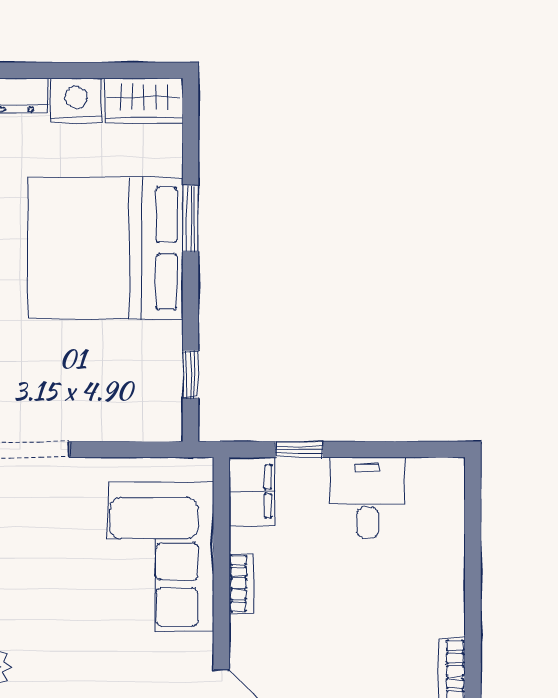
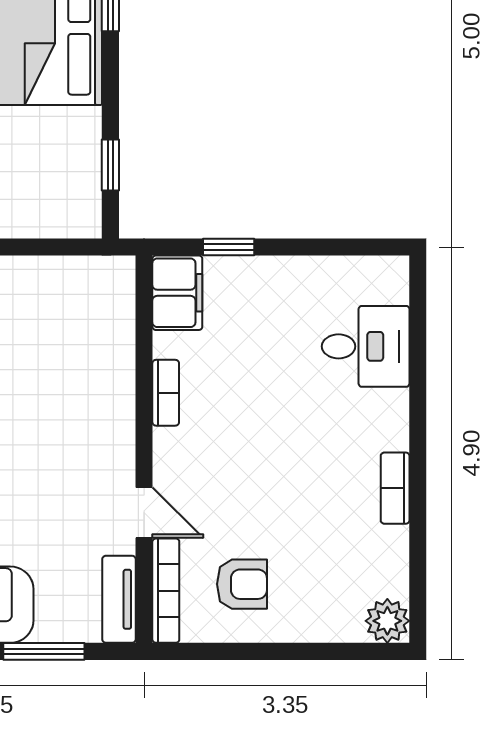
desk: (368, 497) -> (366, 346), moved, turned 90
corner sofa: (160, 557) -> (78, 364), removed

